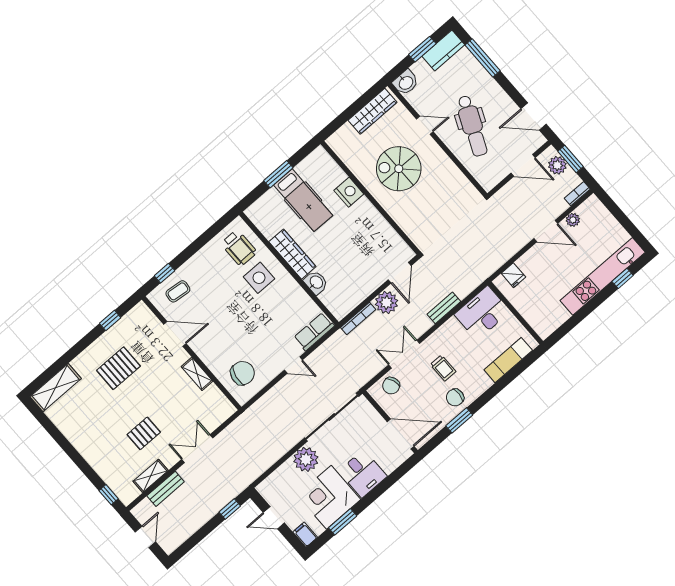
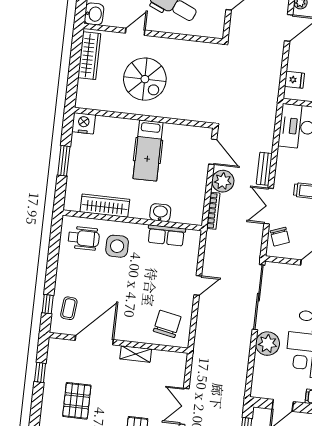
spiral stairs: (399, 169) -> (145, 79), turned -90
nightstand: (349, 192) -> (84, 123), moved
hospital bed: (303, 200) -> (148, 151), moved, turned 90
wardrobe: (292, 254) -> (105, 206), moved
bench: (444, 308) -> (264, 169), moved
row of seats: (314, 332) -> (166, 235), moved, turned -90
door: (175, 334) -> (94, 340), width x1.36

